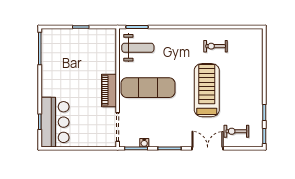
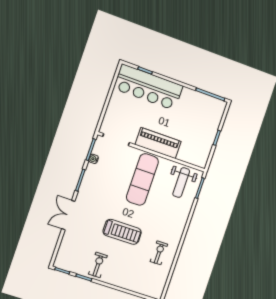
piano: (109, 90) -> (158, 143), width x1.37, depth x1.33
treadmill: (207, 90) -> (122, 232), width x0.73, depth x0.73
bar counter: (55, 122) -> (148, 87), width x1.36
exercise bike: (236, 131) -> (98, 265), moved
double door: (208, 148) -> (68, 215), swing flipped

